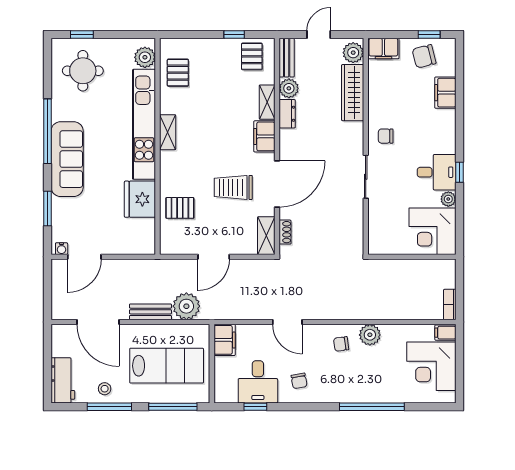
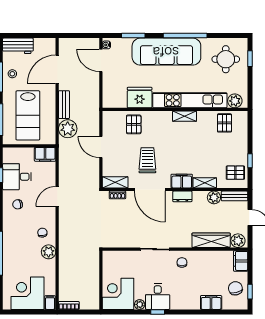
pallet: (178, 73) -> (224, 123), turned 90
dresser: (287, 114) -> (182, 196), moved
sofa: (67, 159) -> (166, 52), width x1.36, depth x1.27

